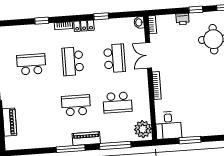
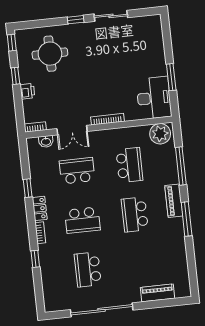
washbasin: (139, 22) -> (46, 141), moved
desk: (168, 125) -> (154, 98), width x1.37

